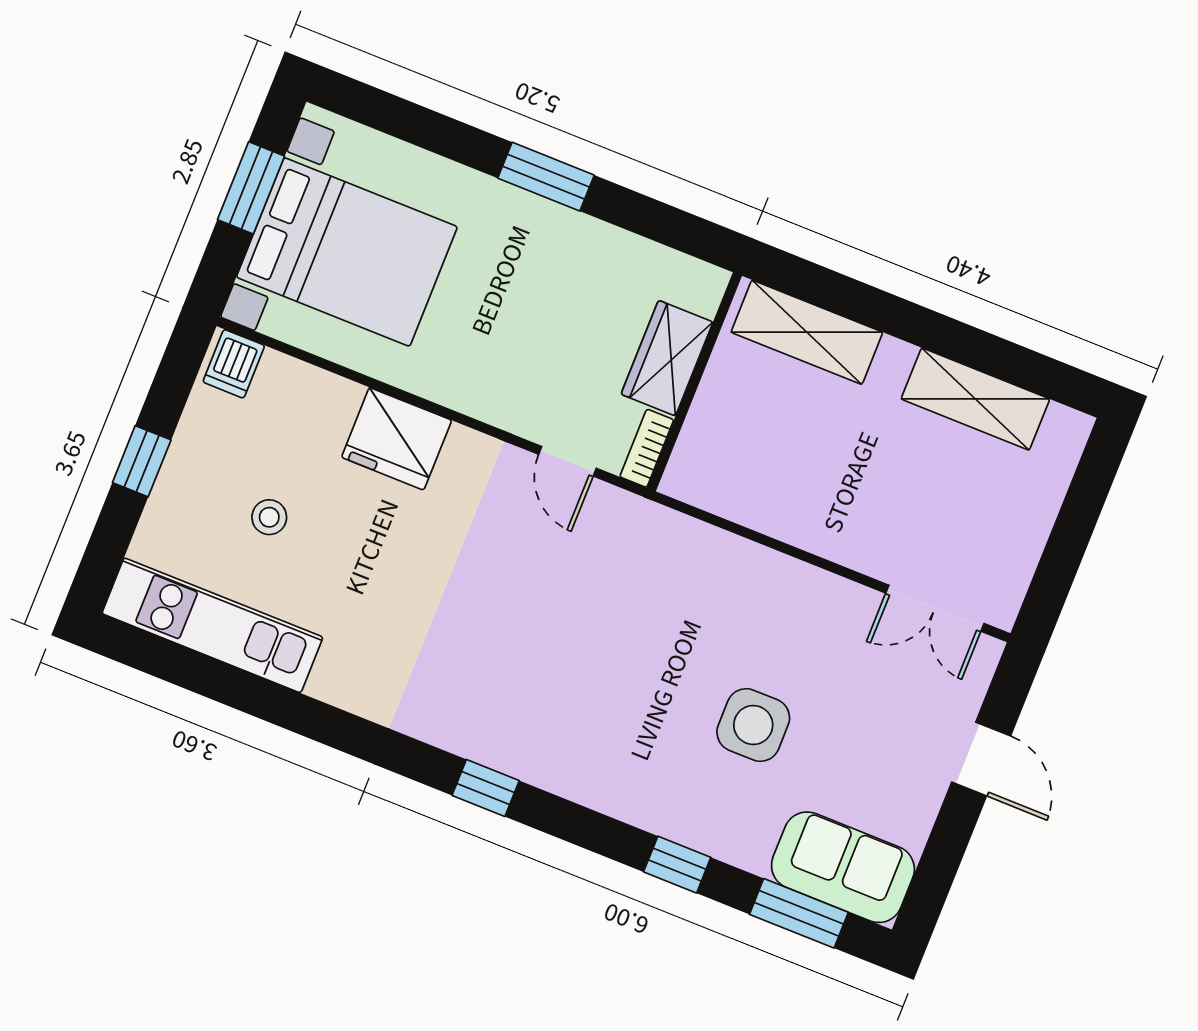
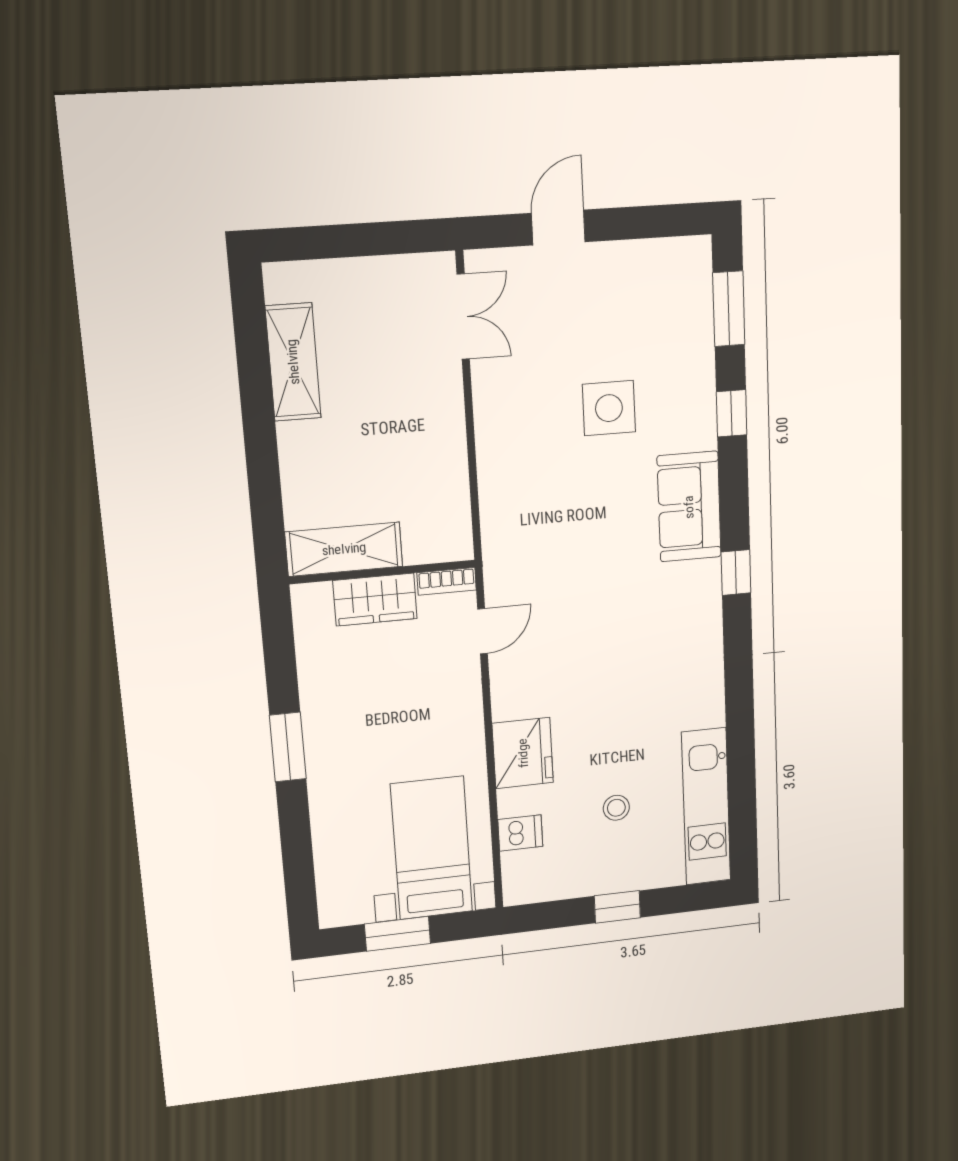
bed with nightstands: (347, 252) -> (432, 848), width x0.73
shelving: (807, 332) -> (344, 549), moved, turned 90
dishwasher: (234, 364) -> (520, 833), moved
sofa: (843, 867) -> (689, 507), moved

